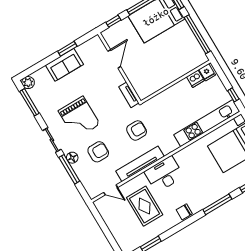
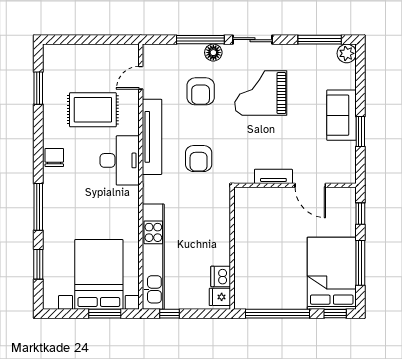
tv unit: (129, 95) -> (273, 176), moved

